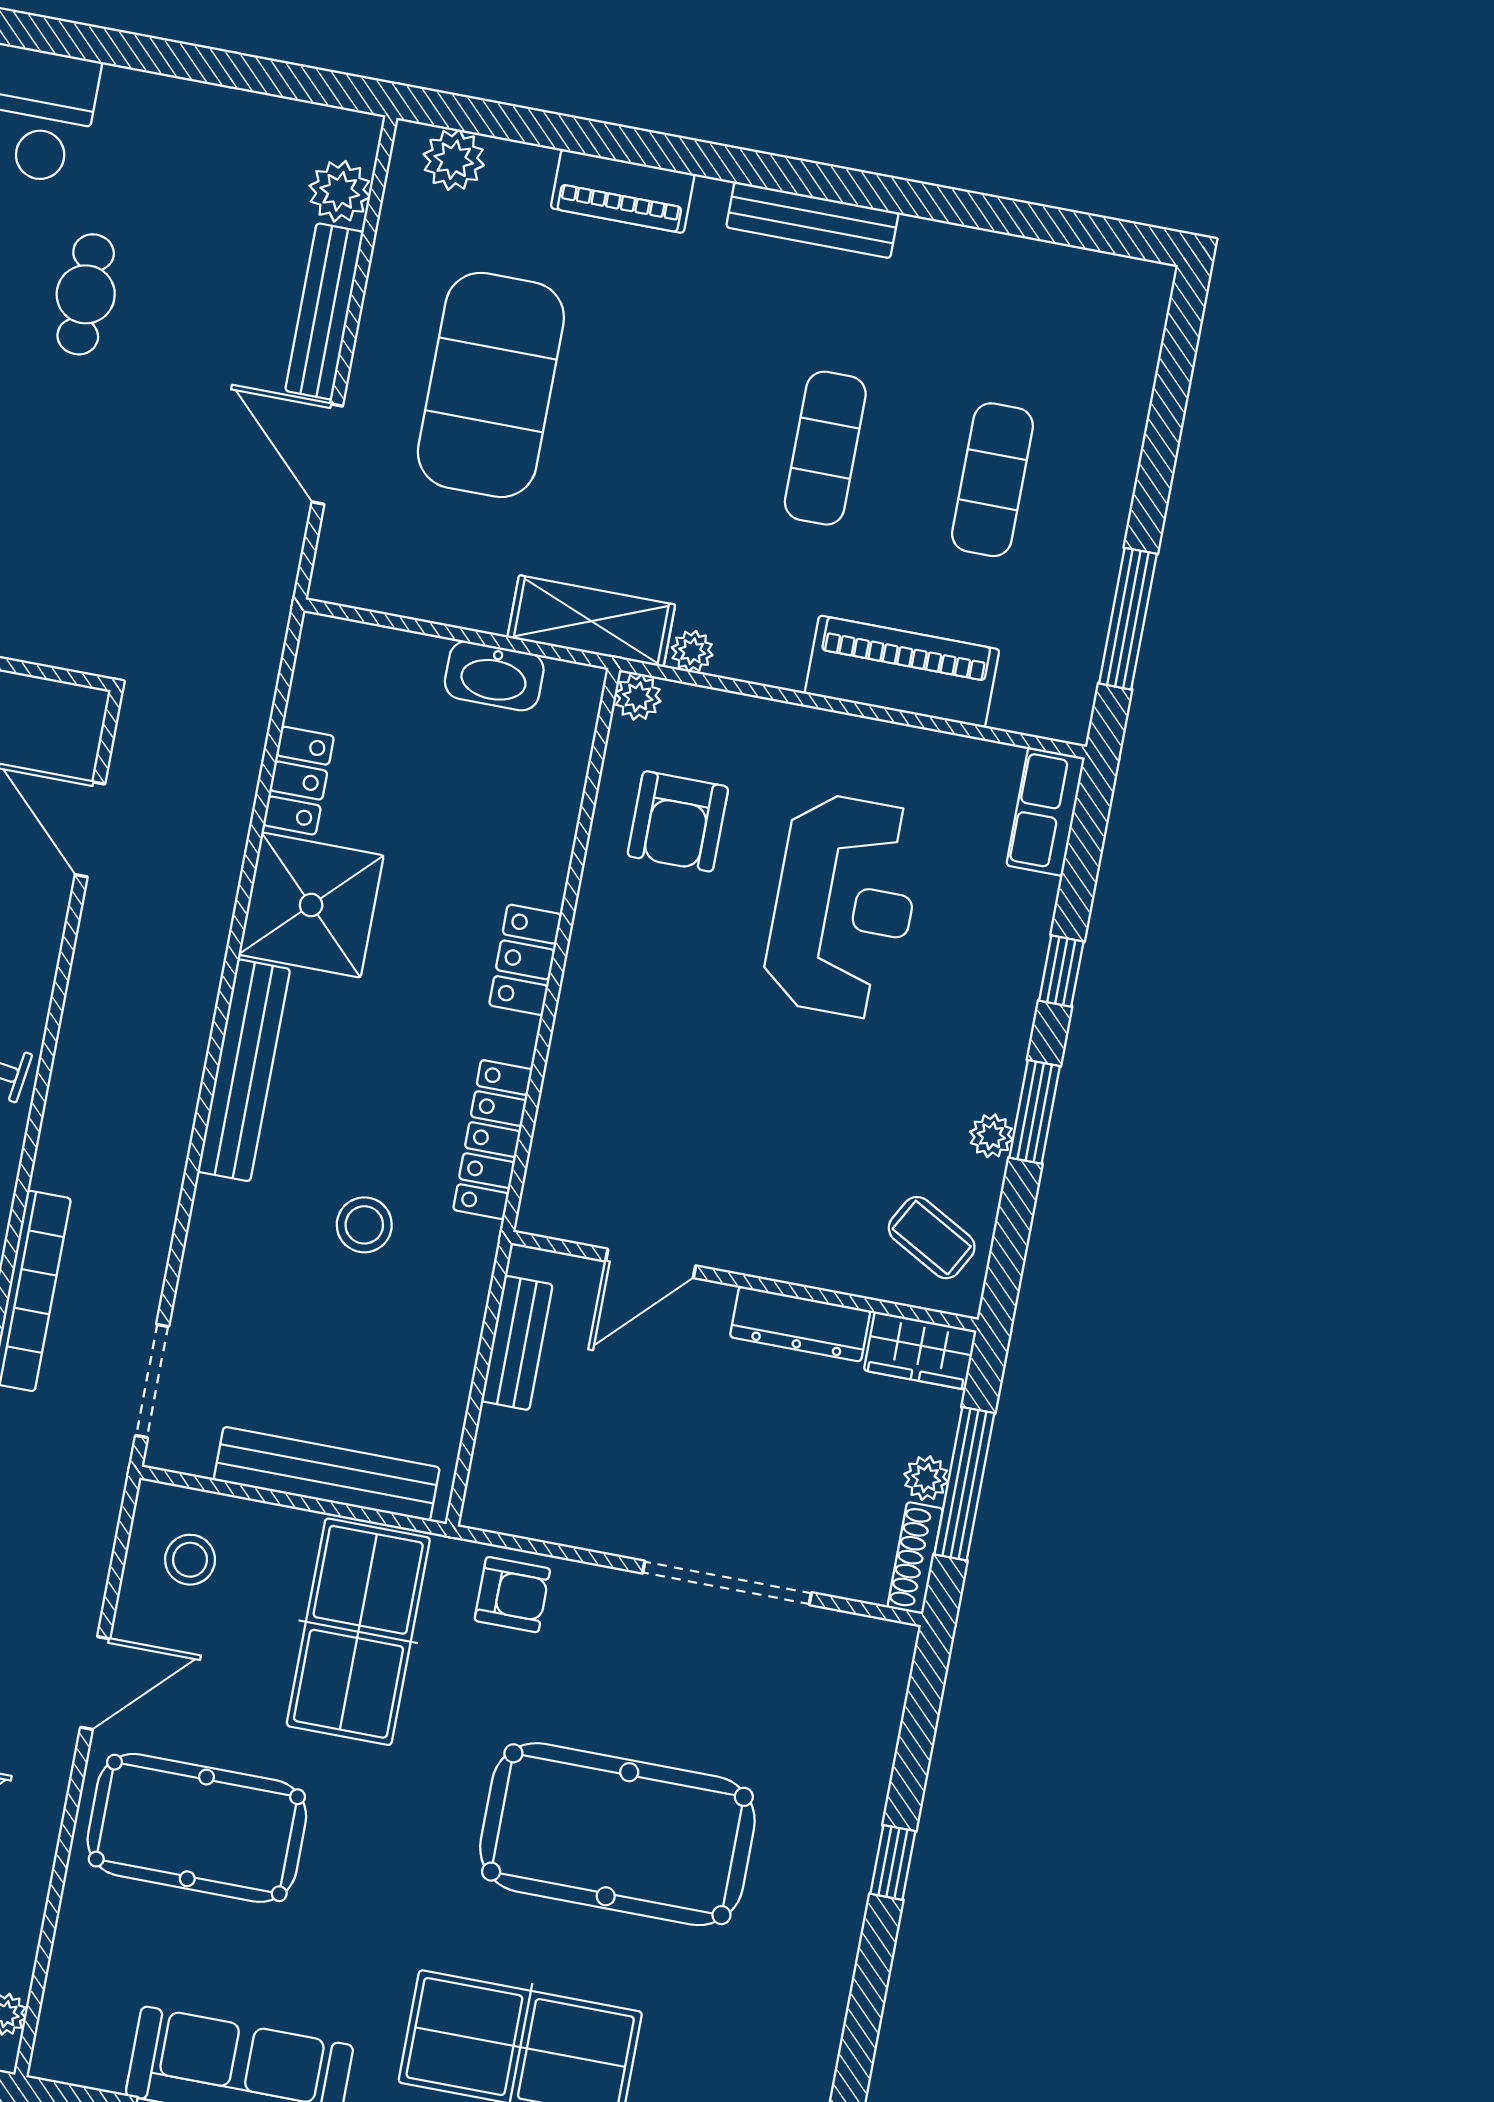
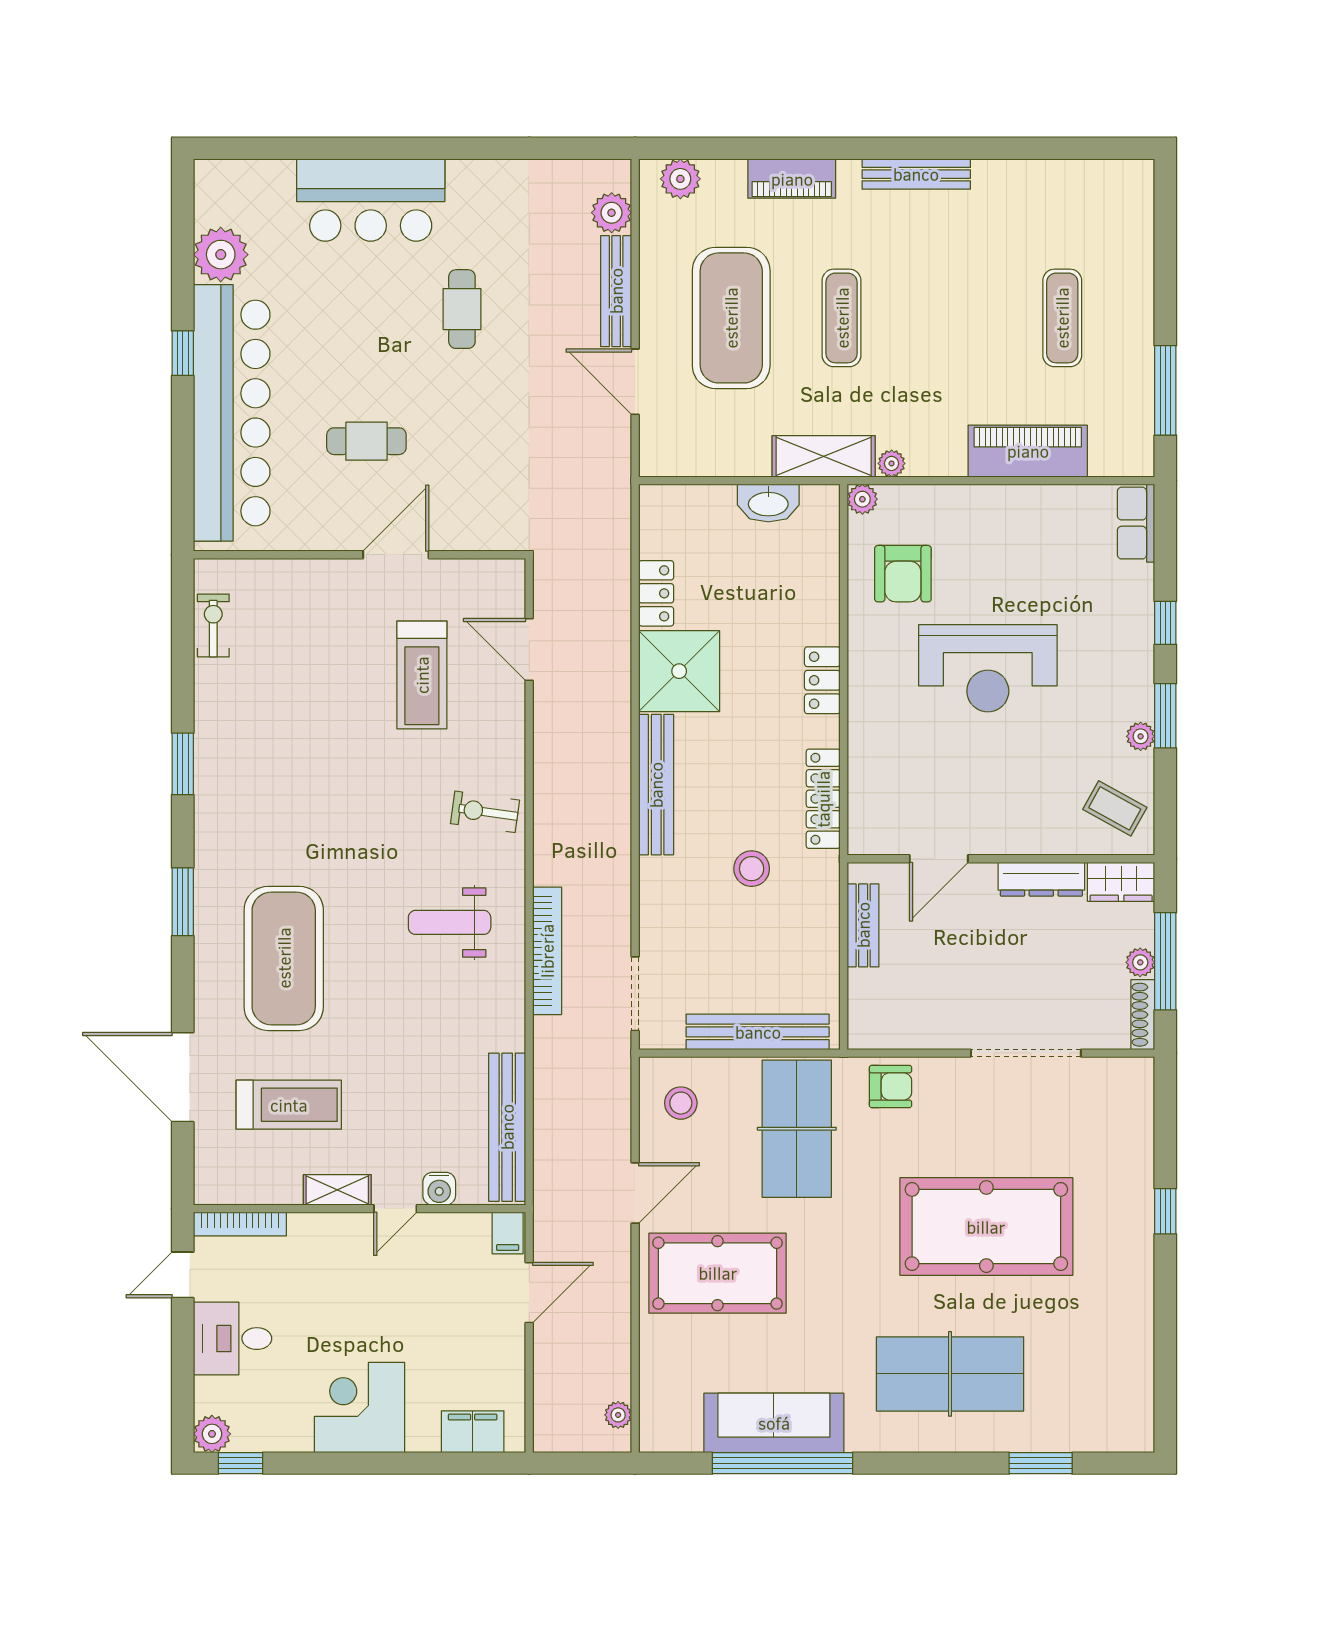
exercise mat: (825, 448) -> (842, 318), moved
reception desk: (844, 906) -> (988, 668), moved, turned 90

